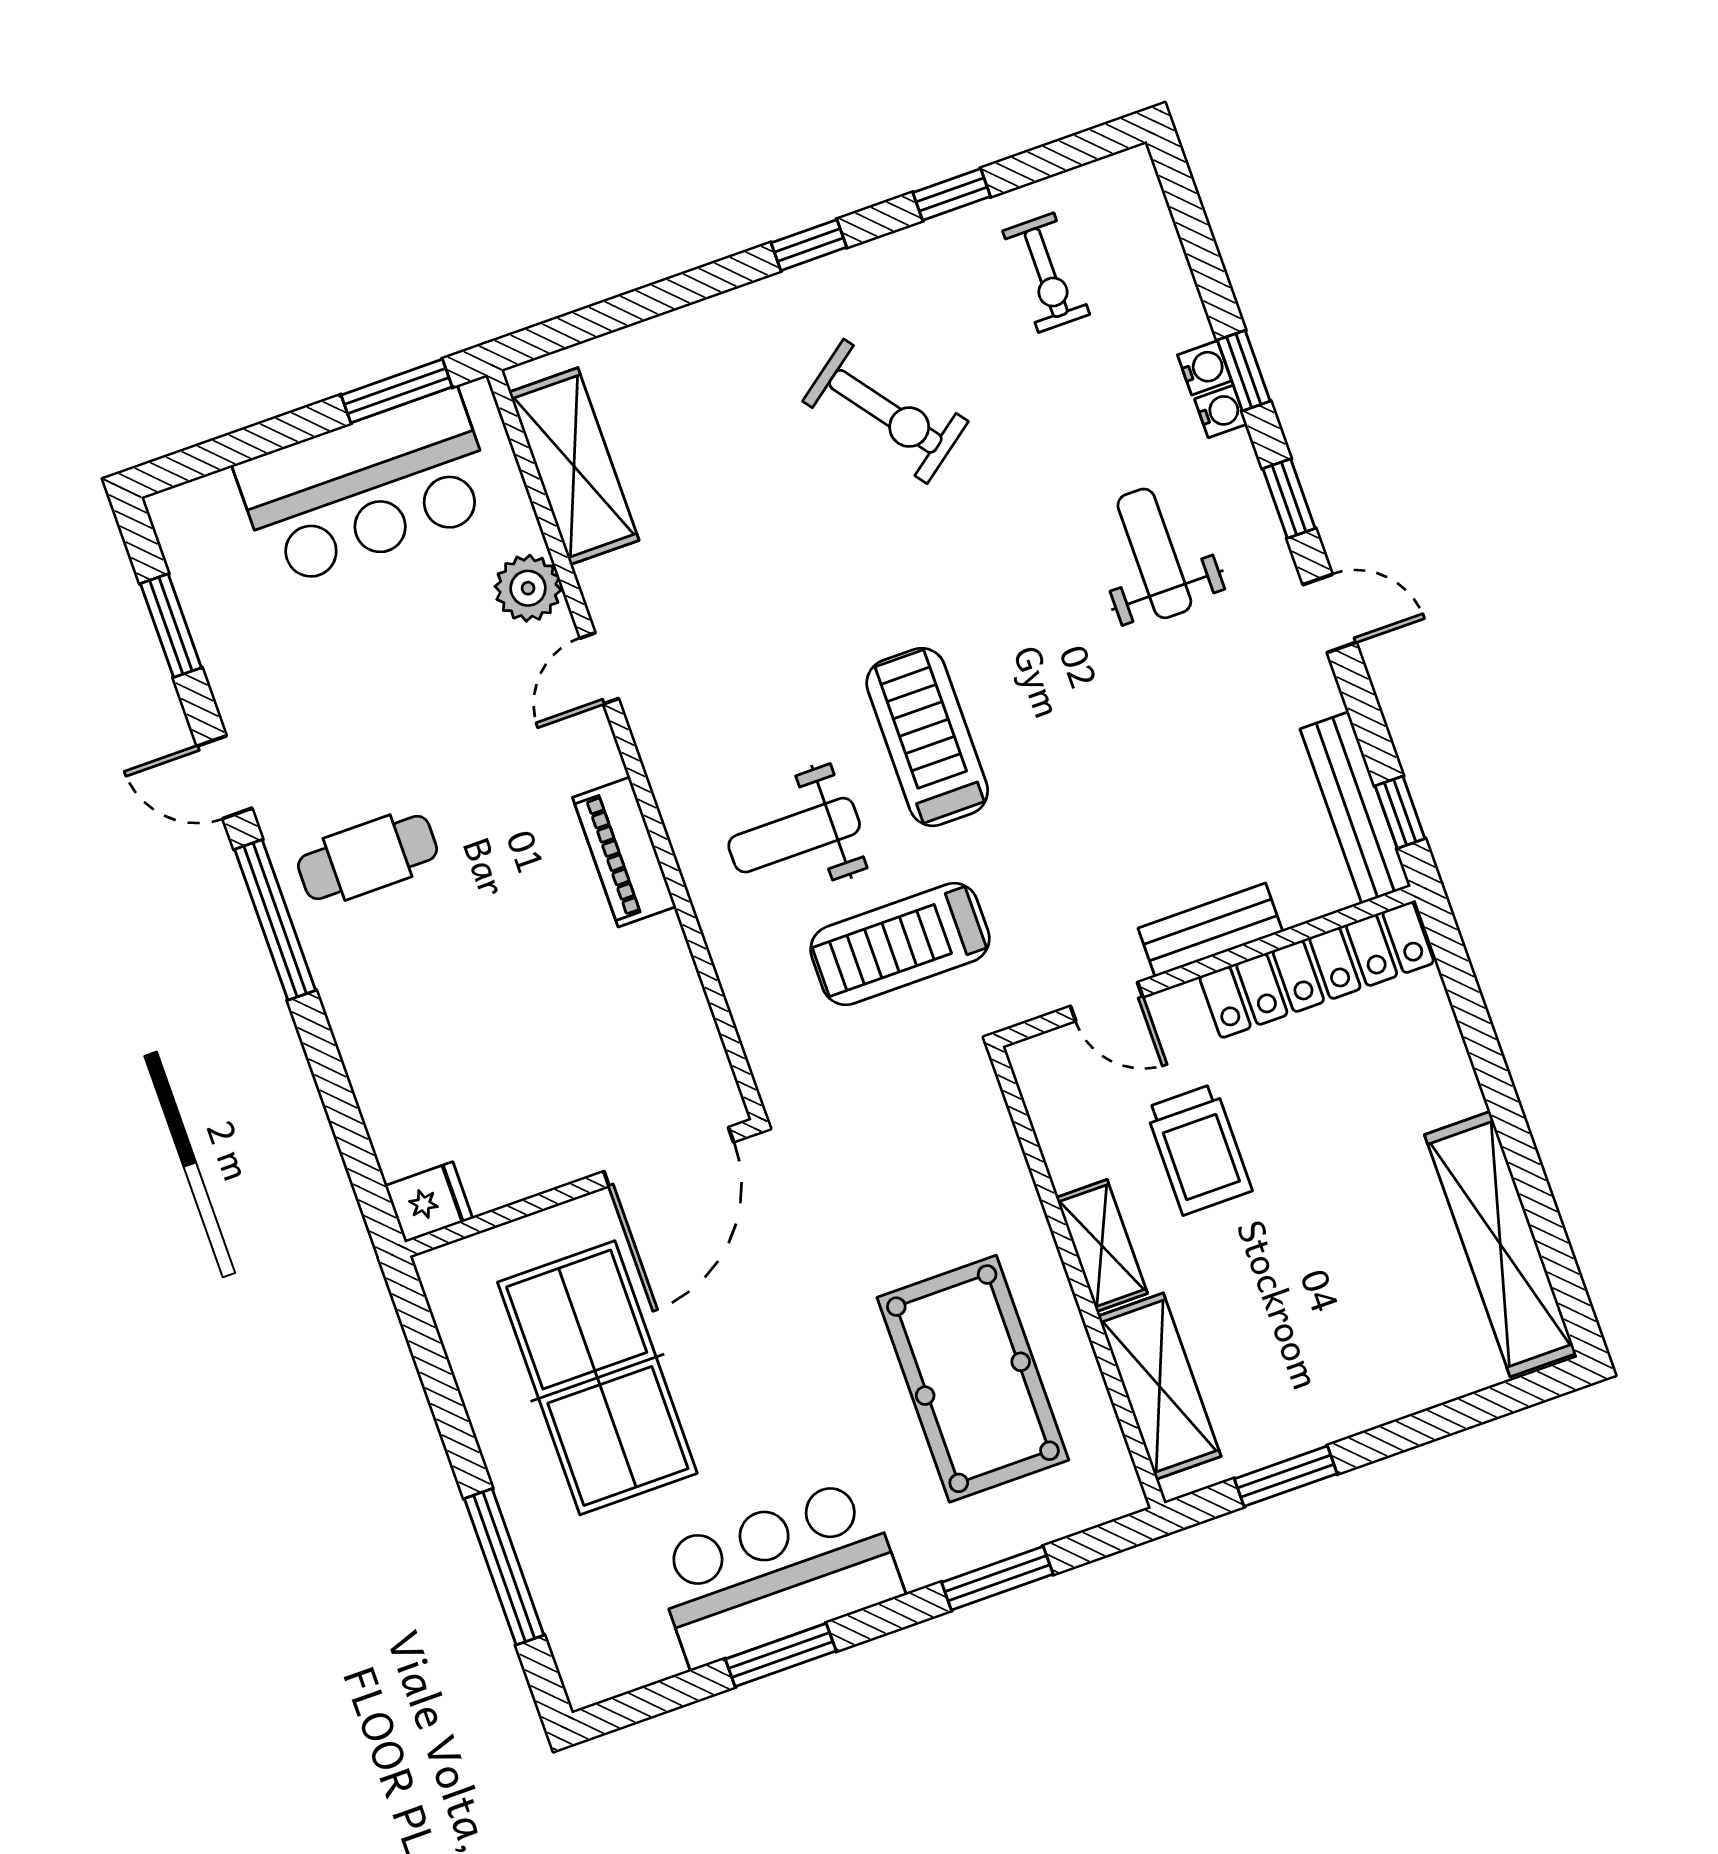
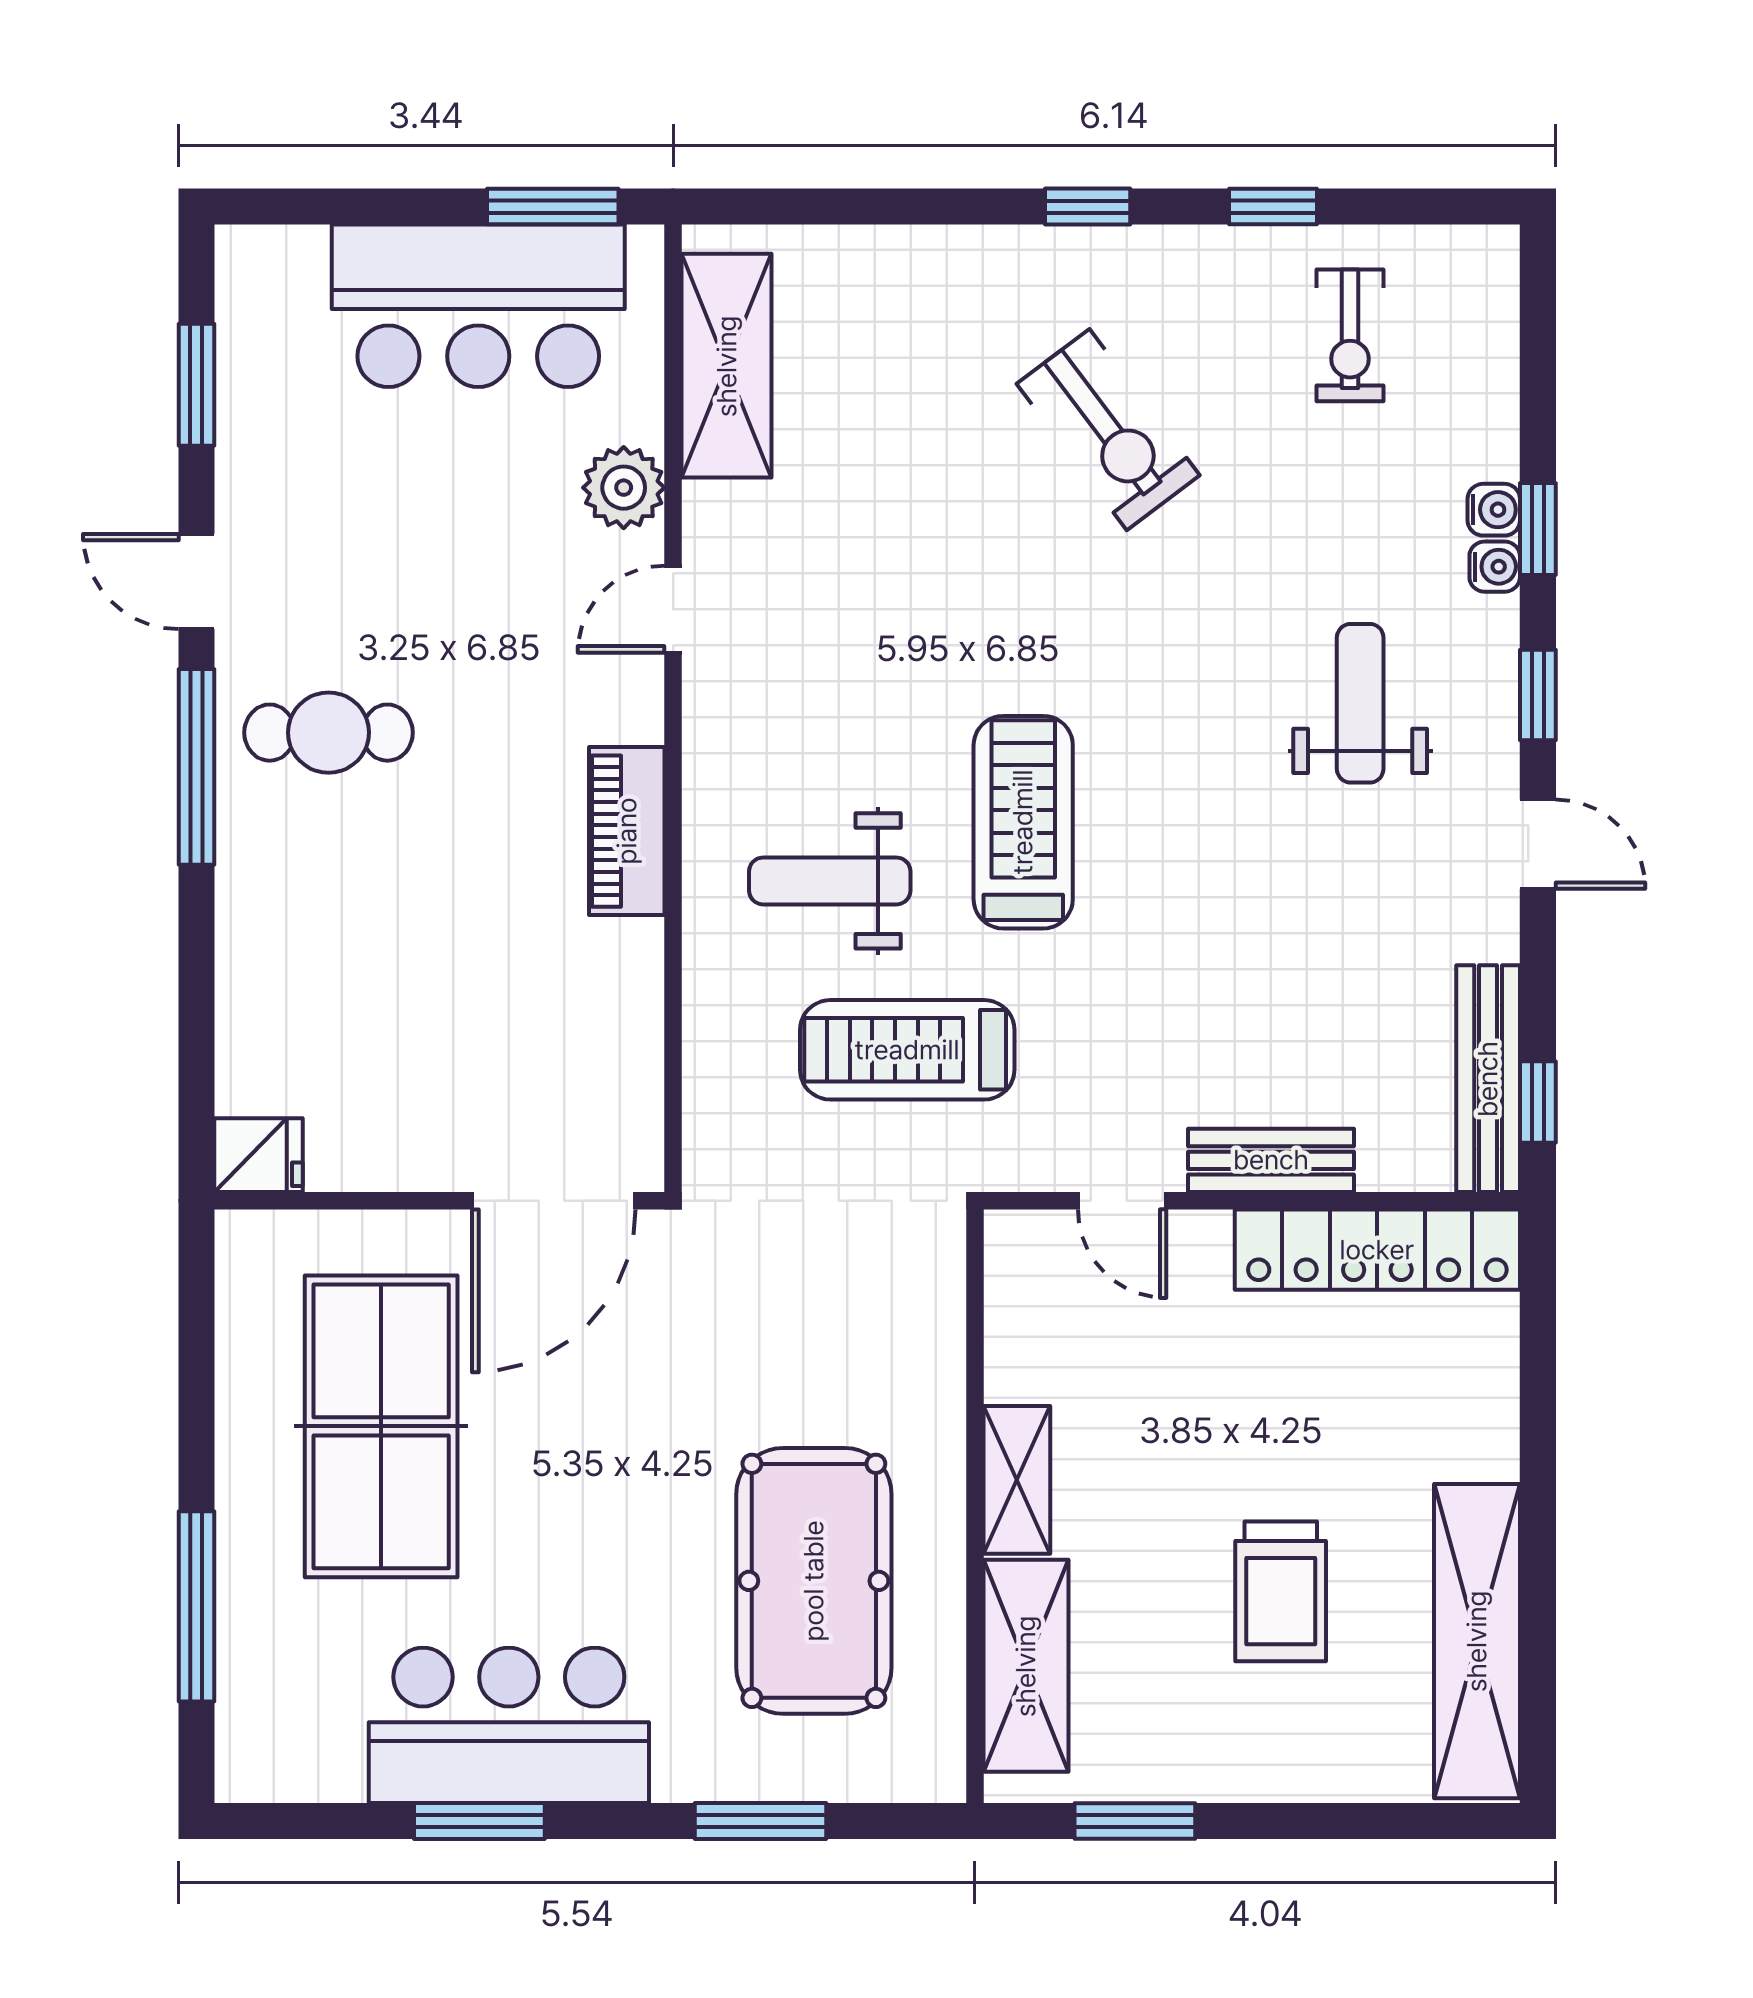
trolley: (1199, 1149) -> (1281, 1591), moved

